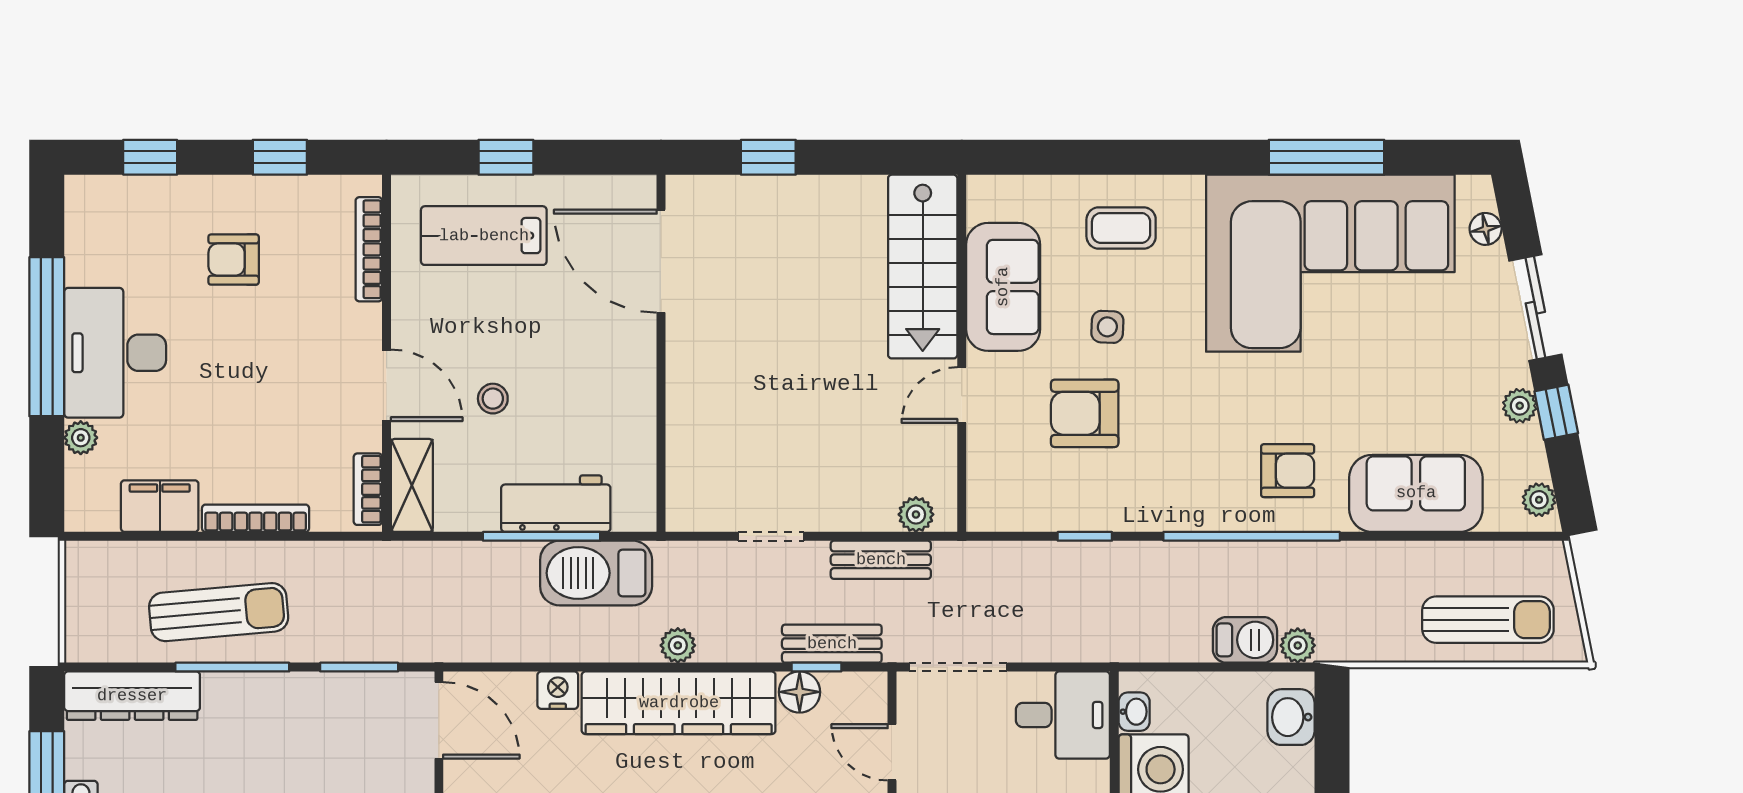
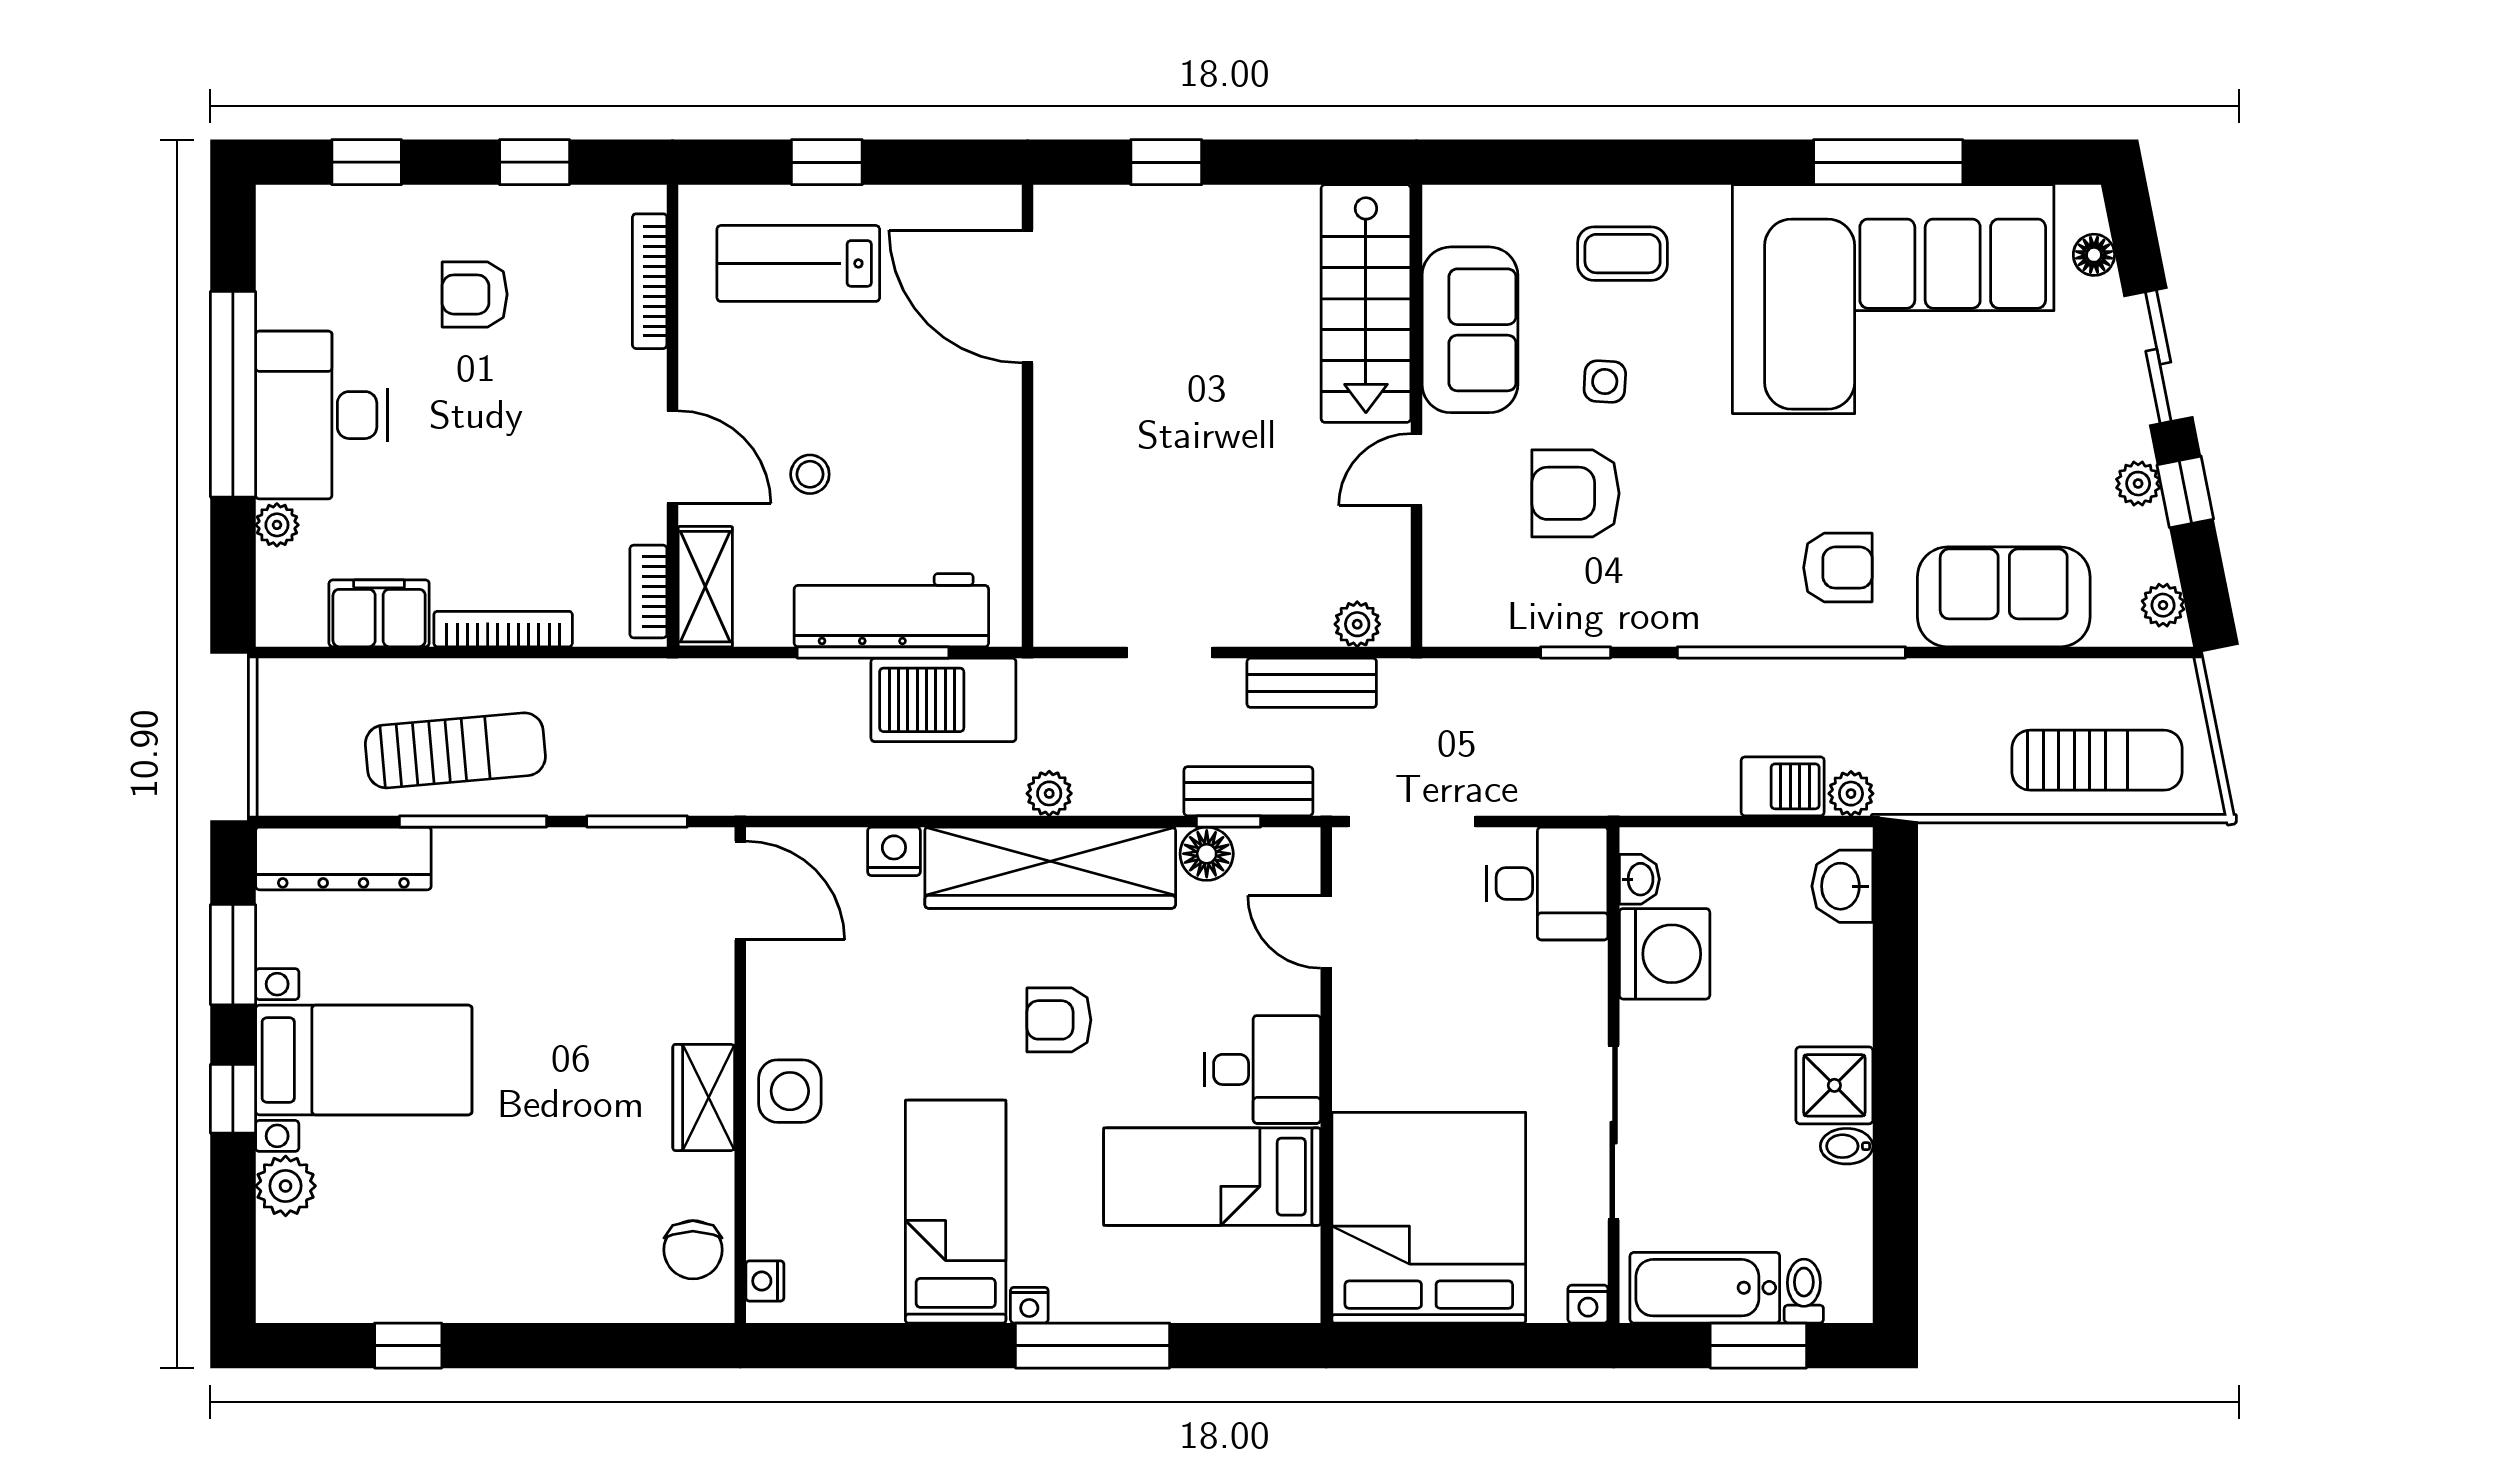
workbench: (556, 504) -> (891, 610), width x1.38

